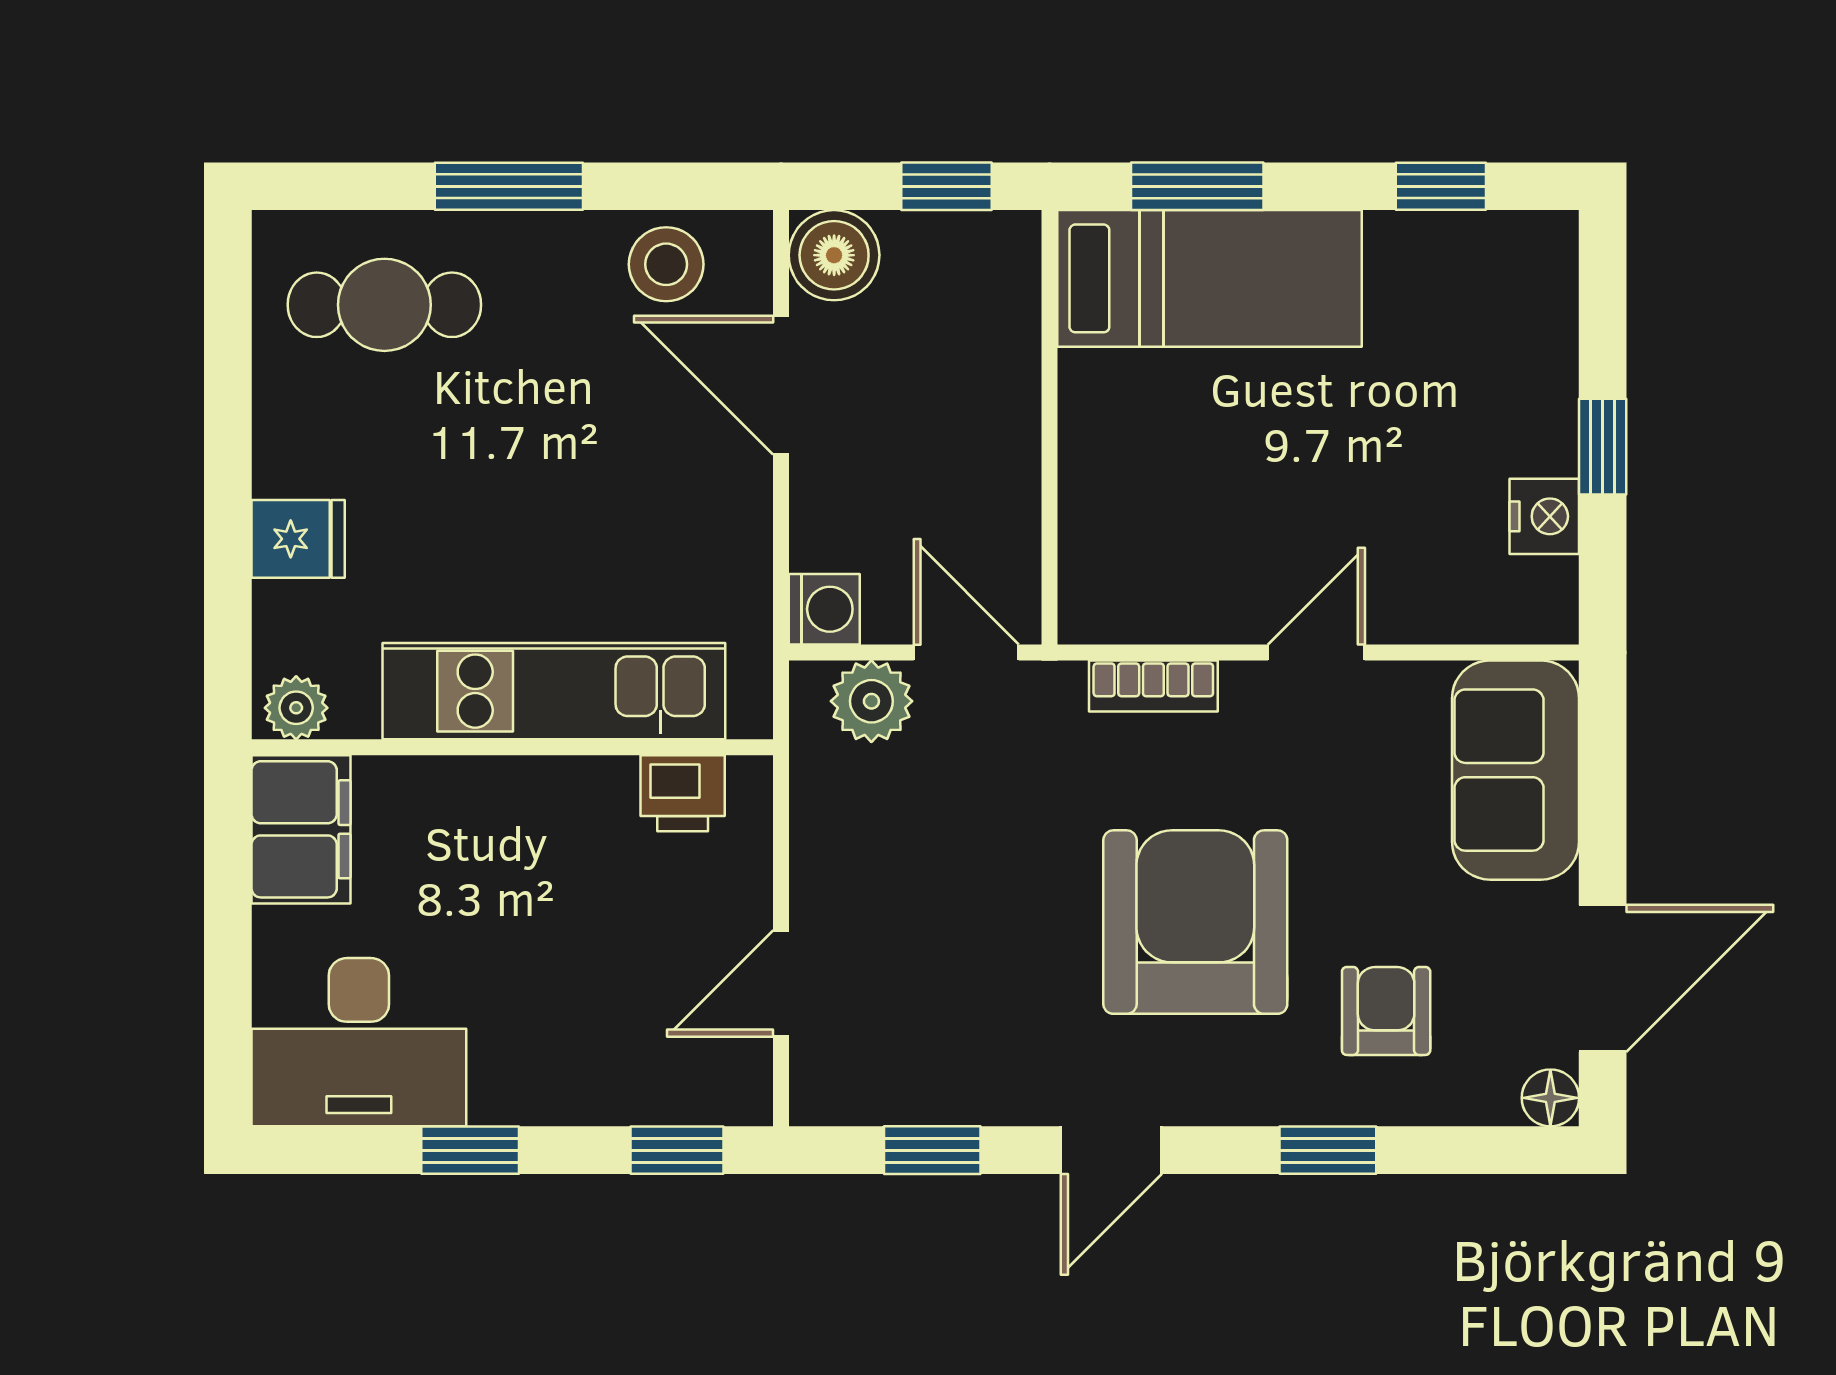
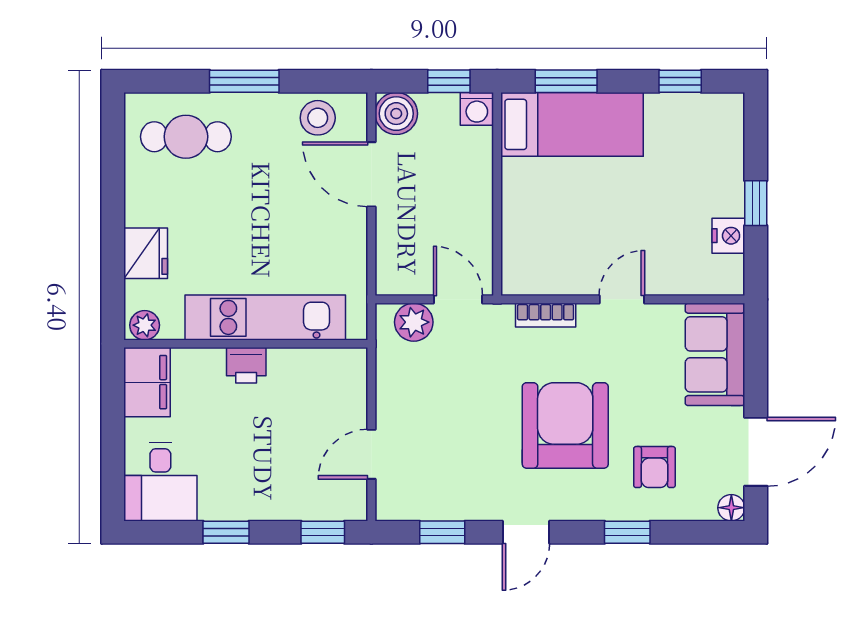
fridge: (298, 539) -> (146, 253), width x1.38
washing machine: (824, 609) -> (477, 109), moved, turned 90
printer: (683, 793) -> (246, 365), moved
armchair: (1386, 1011) -> (654, 467), turned 180
desk: (359, 1042) -> (160, 482), width x0.73

